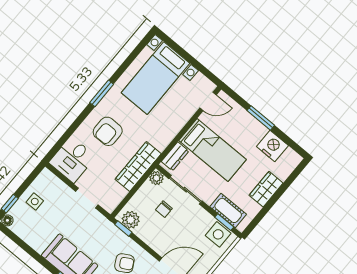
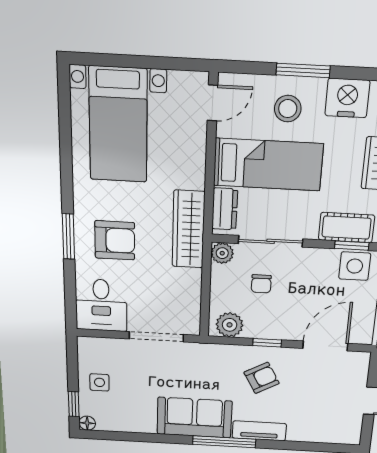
window: (102, 93) -> (69, 237), moved
stool: (241, 130) -> (288, 109), added
armchair: (108, 131) -> (115, 240), turned -90
wardrobe: (138, 166) -> (188, 229), moved
doorway: (87, 198) -> (156, 337), width x1.38
window: (123, 228) -> (267, 343), moved

